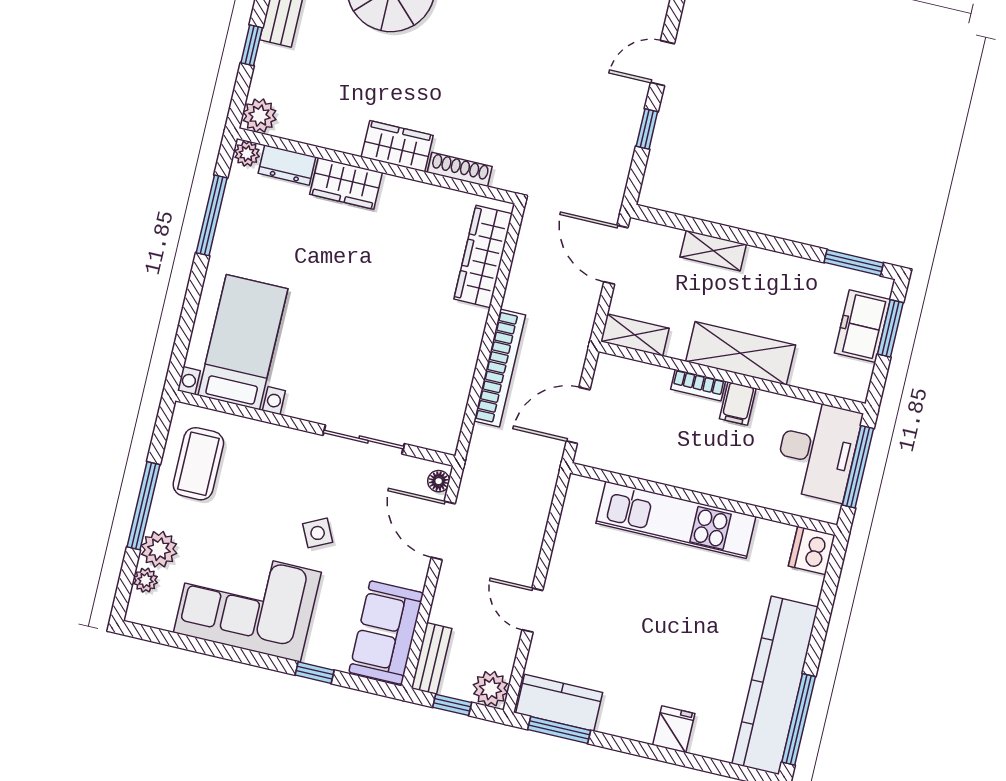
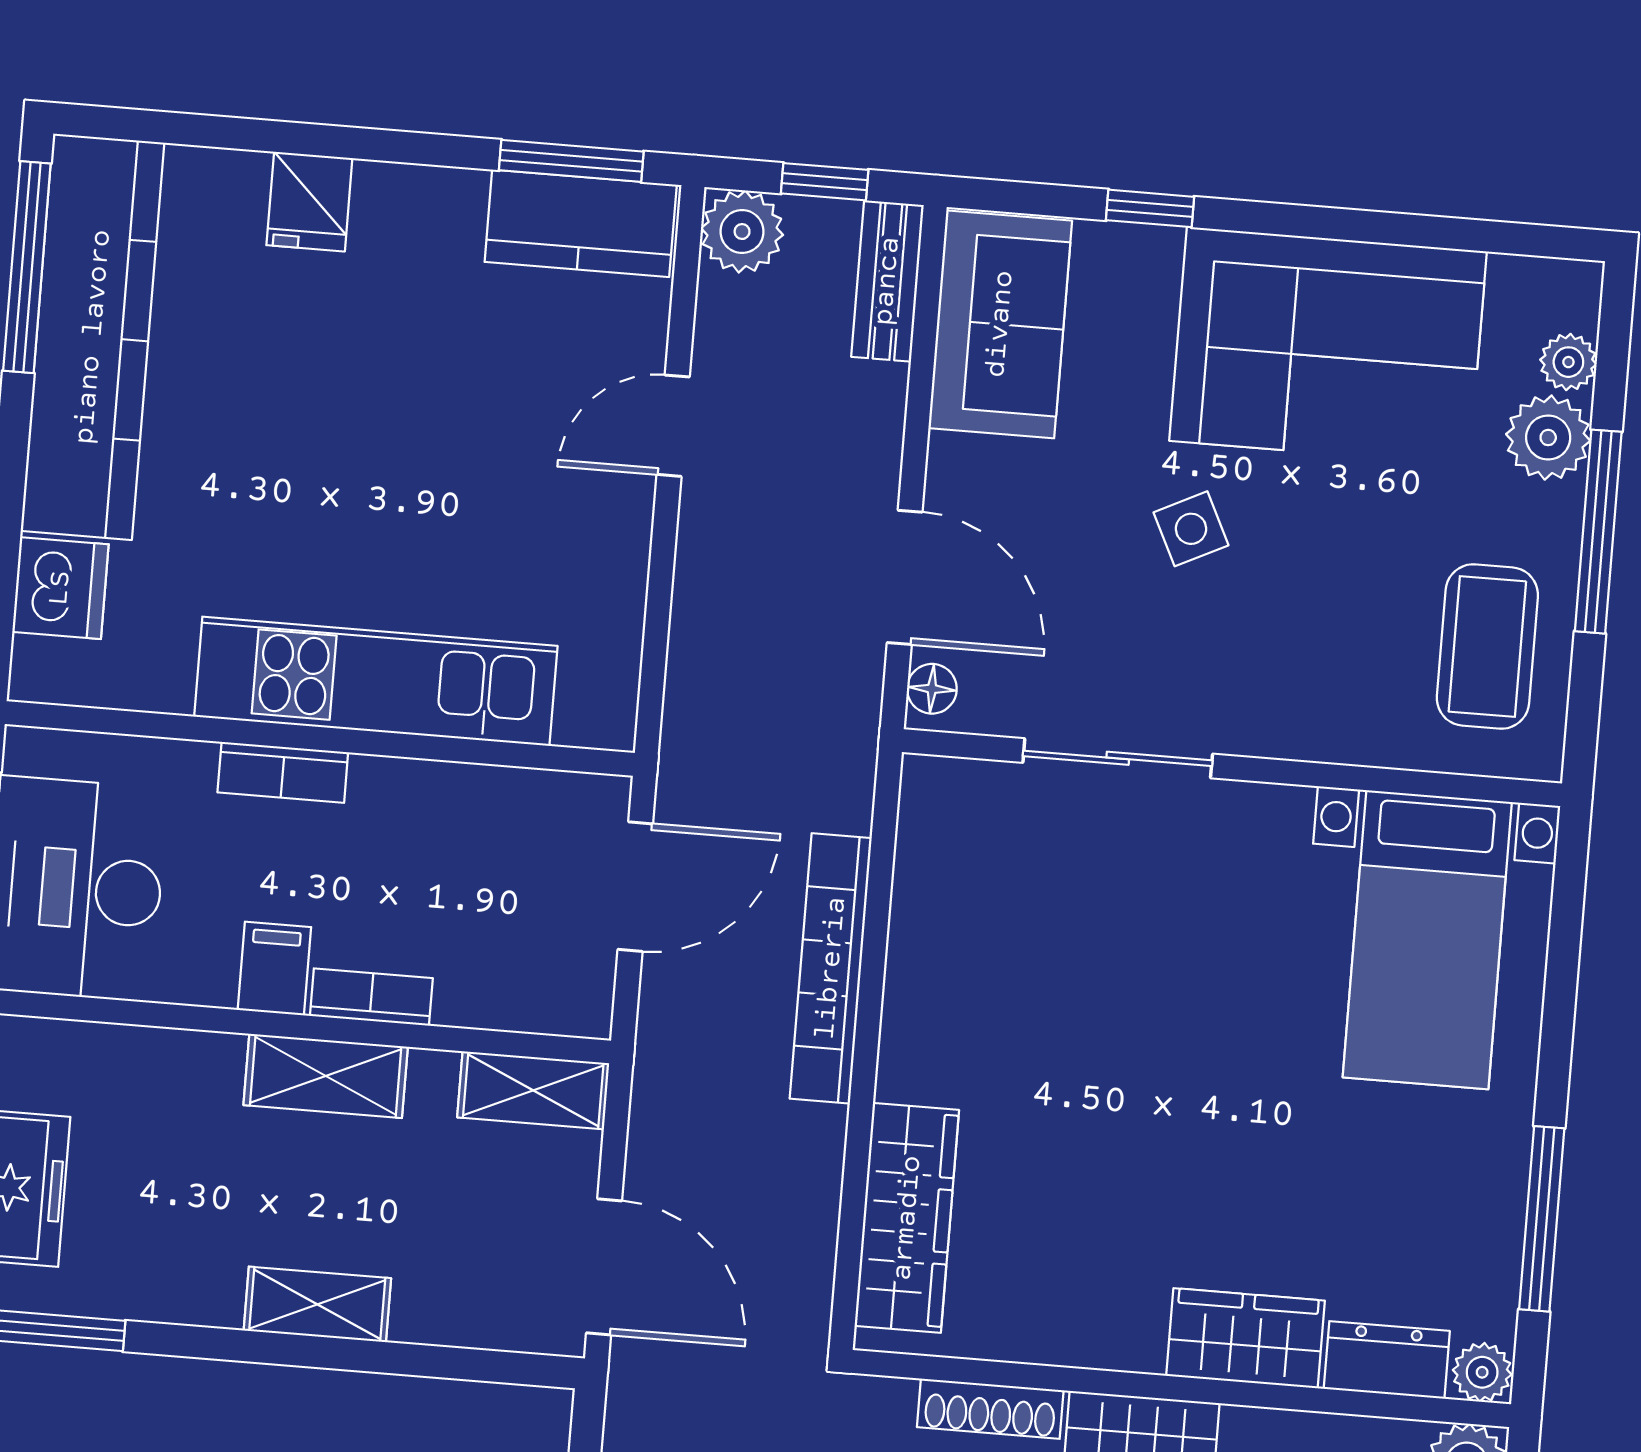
shelving: (713, 251) -> (317, 1304), moved
shelving: (741, 353) -> (326, 1076), width x0.67, depth x0.75
bookcase: (722, 487) -> (283, 772), added
dishwasher: (812, 551) -> (60, 588), moved
door: (532, 610) -> (673, 426), swing flipped

